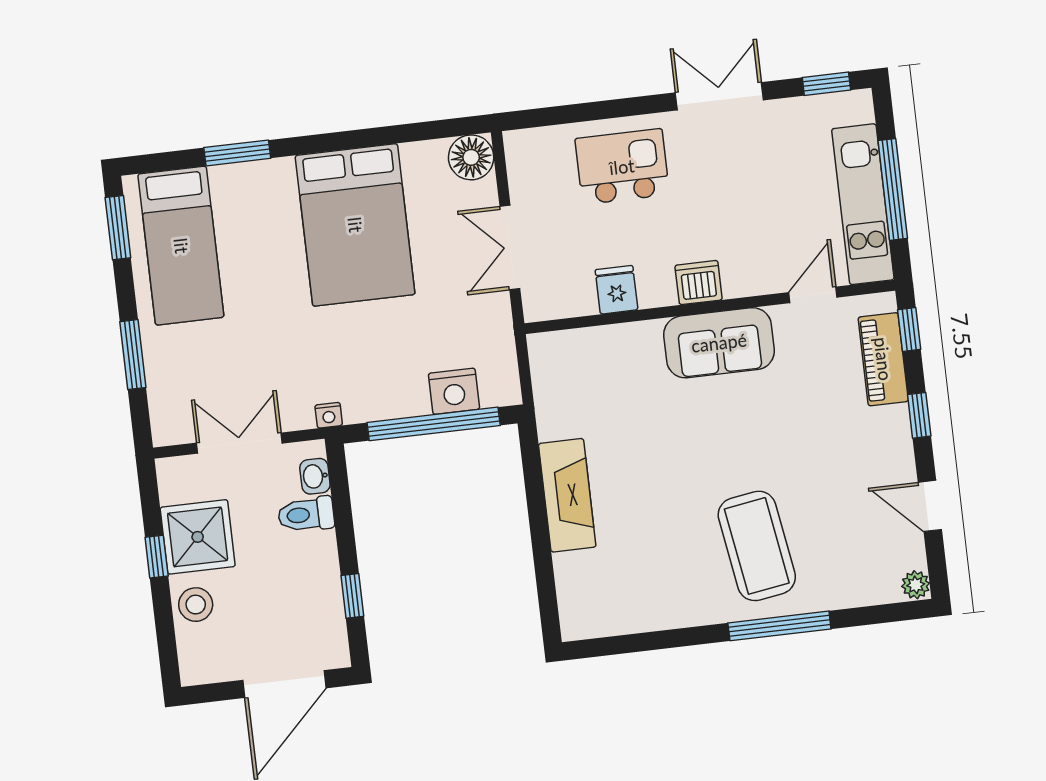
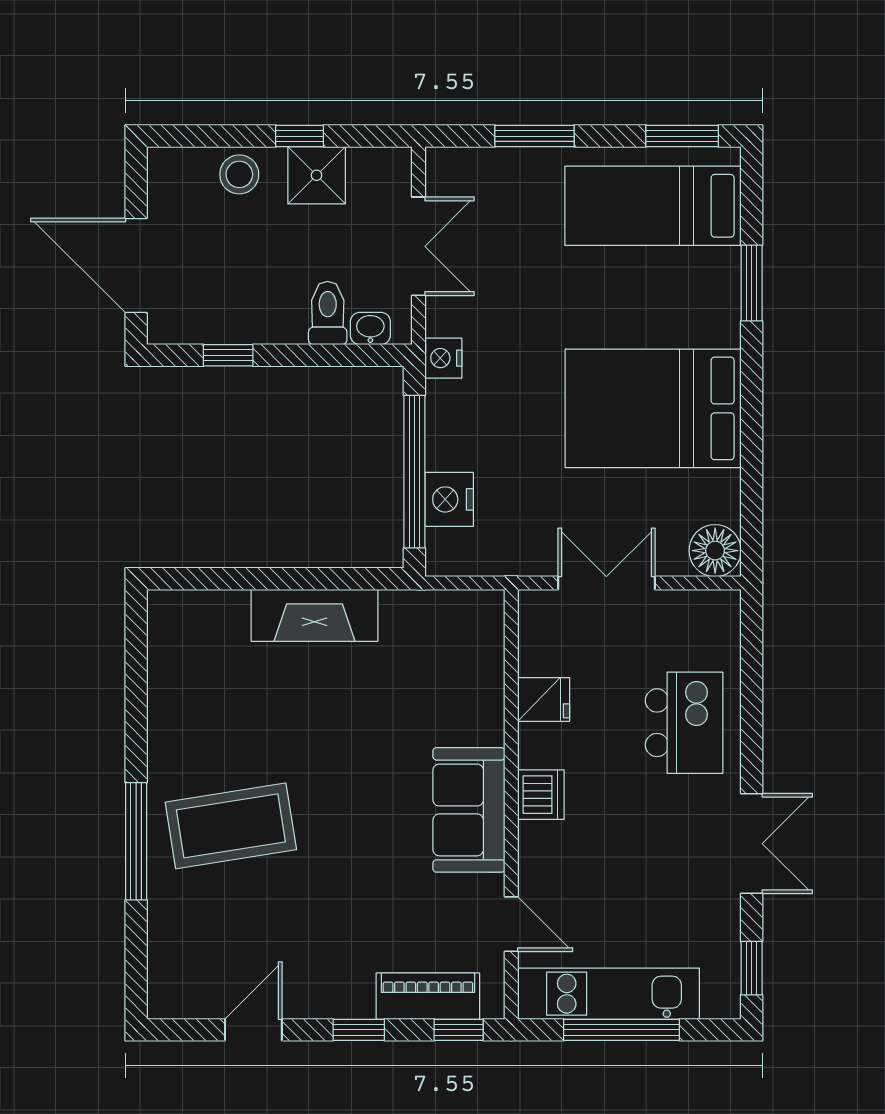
nightstand: (329, 415) -> (443, 358), width x1.39, depth x1.35
shower: (198, 537) -> (317, 175), width x0.73, depth x0.73
plant: (916, 585) -> (165, 1003), removed

